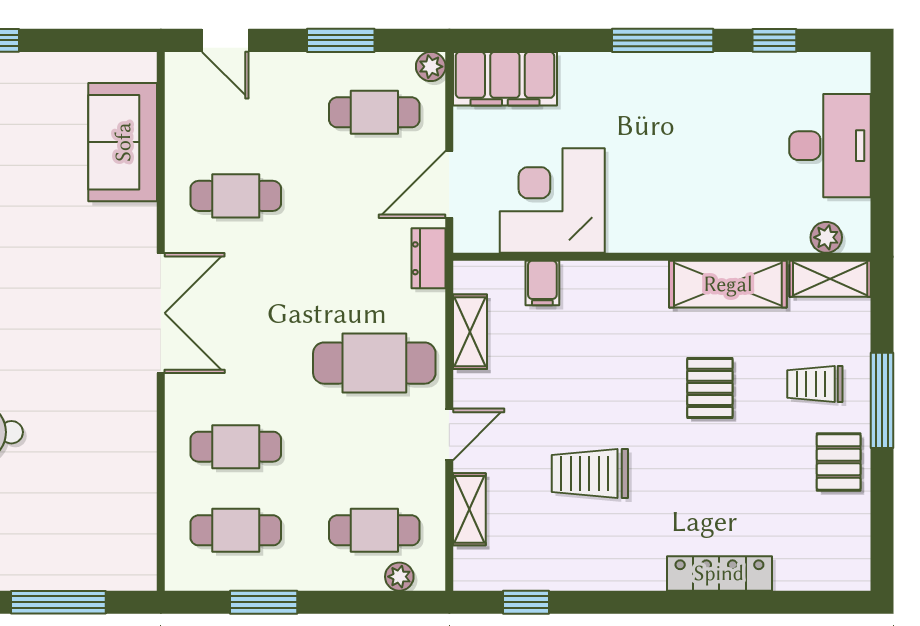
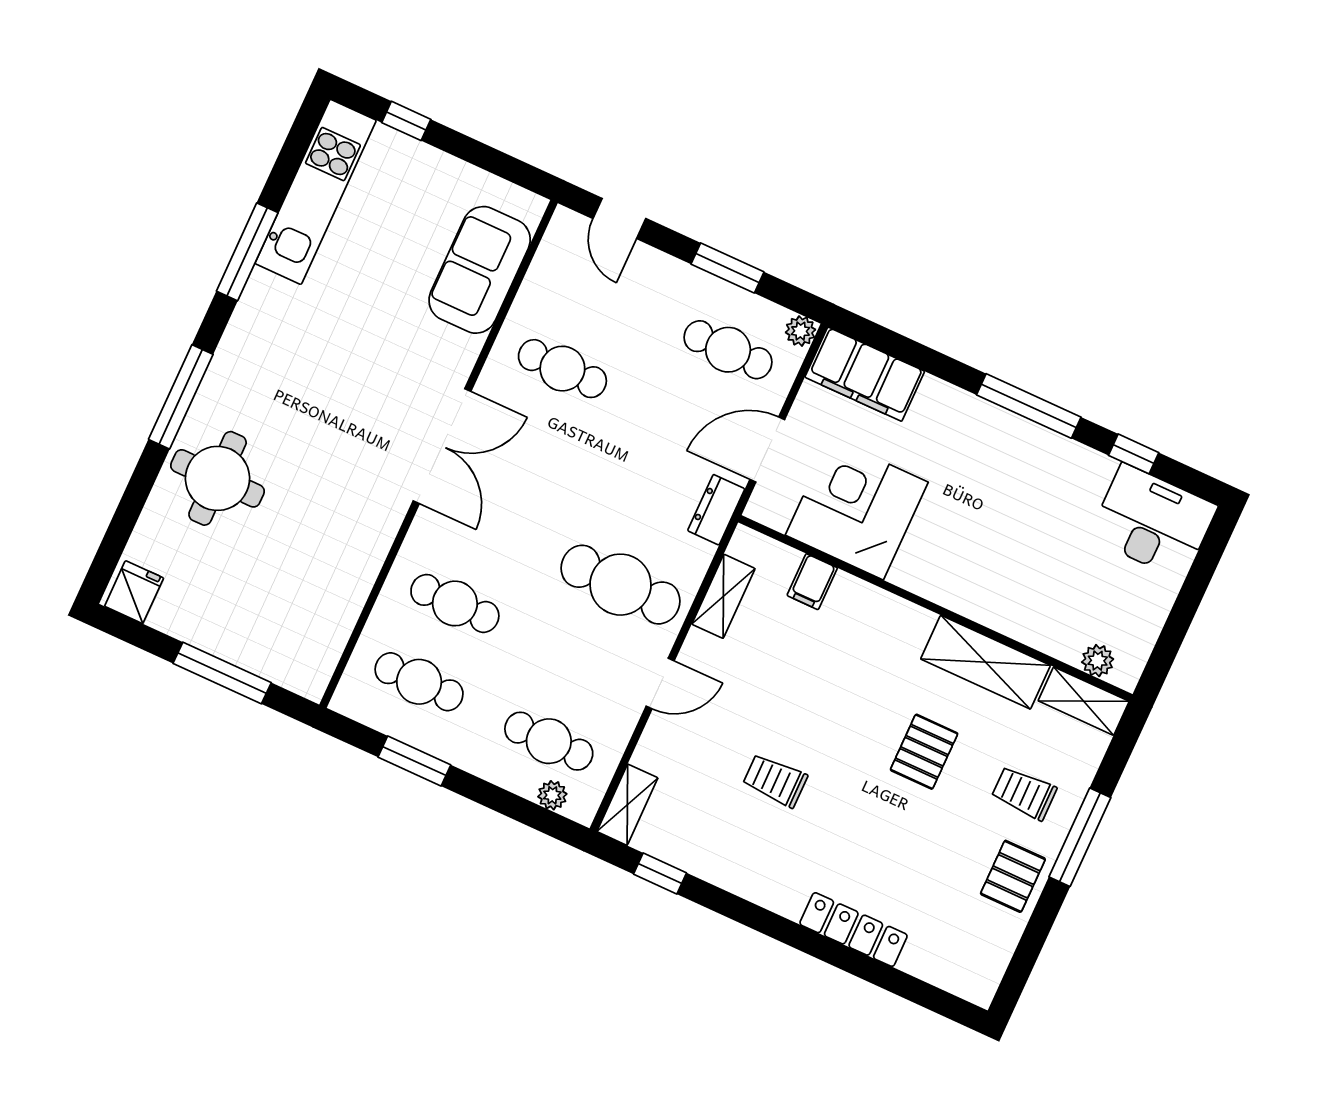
desk: (830, 146) -> (1153, 522), moved, turned -90
trolley: (590, 473) -> (775, 780), width x0.73, depth x0.72
shelving: (469, 509) -> (627, 805), moved

